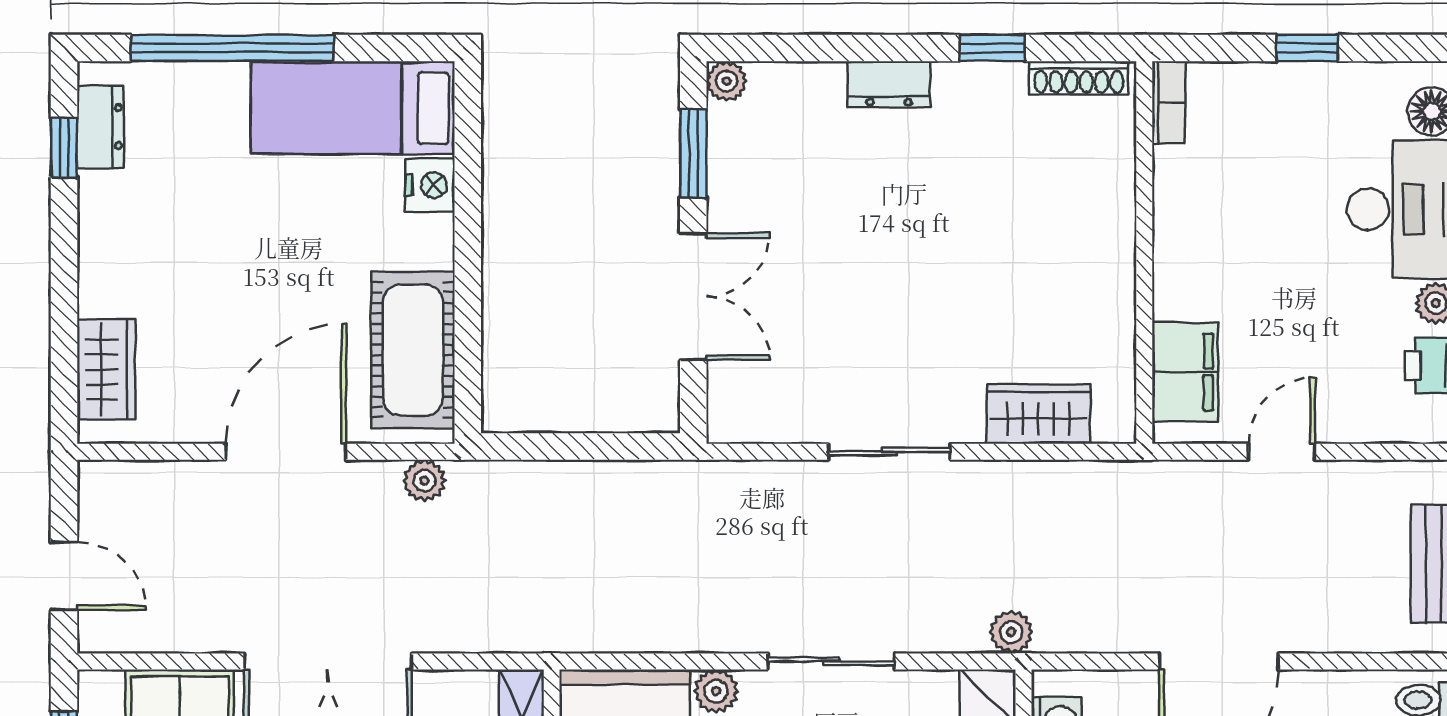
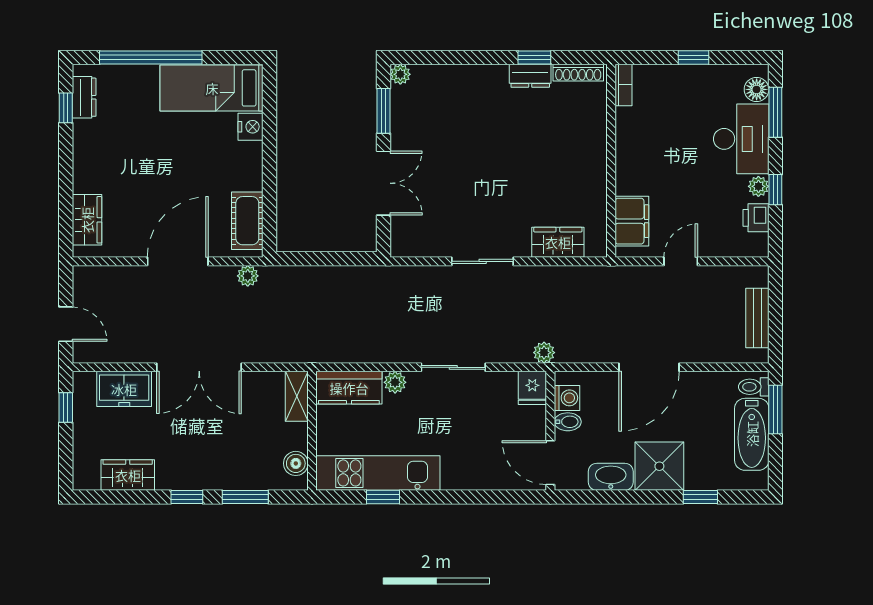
dresser: (889, 84) -> (530, 76), moved
cot: (413, 350) -> (247, 221), width x0.73, depth x0.75

